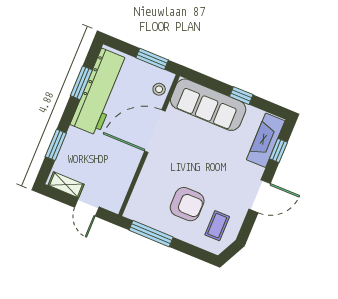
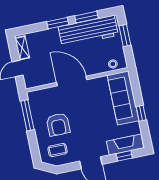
window: (152, 59) -> (125, 36), moved
door: (155, 131) -> (72, 81), moved
window: (56, 145) -> (58, 23), moved

